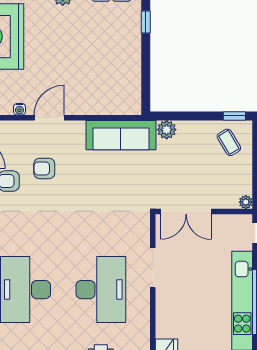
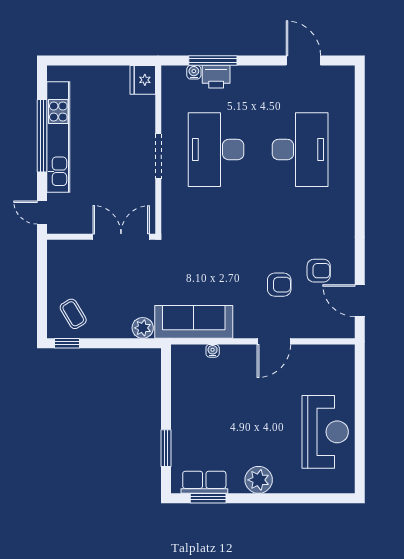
window: (146, 22) -> (166, 448), width x1.50
water cooler: (19, 109) -> (213, 351), moved
plant: (246, 202) -> (54, 247), removed
doorway: (153, 268) -> (158, 156), moved

